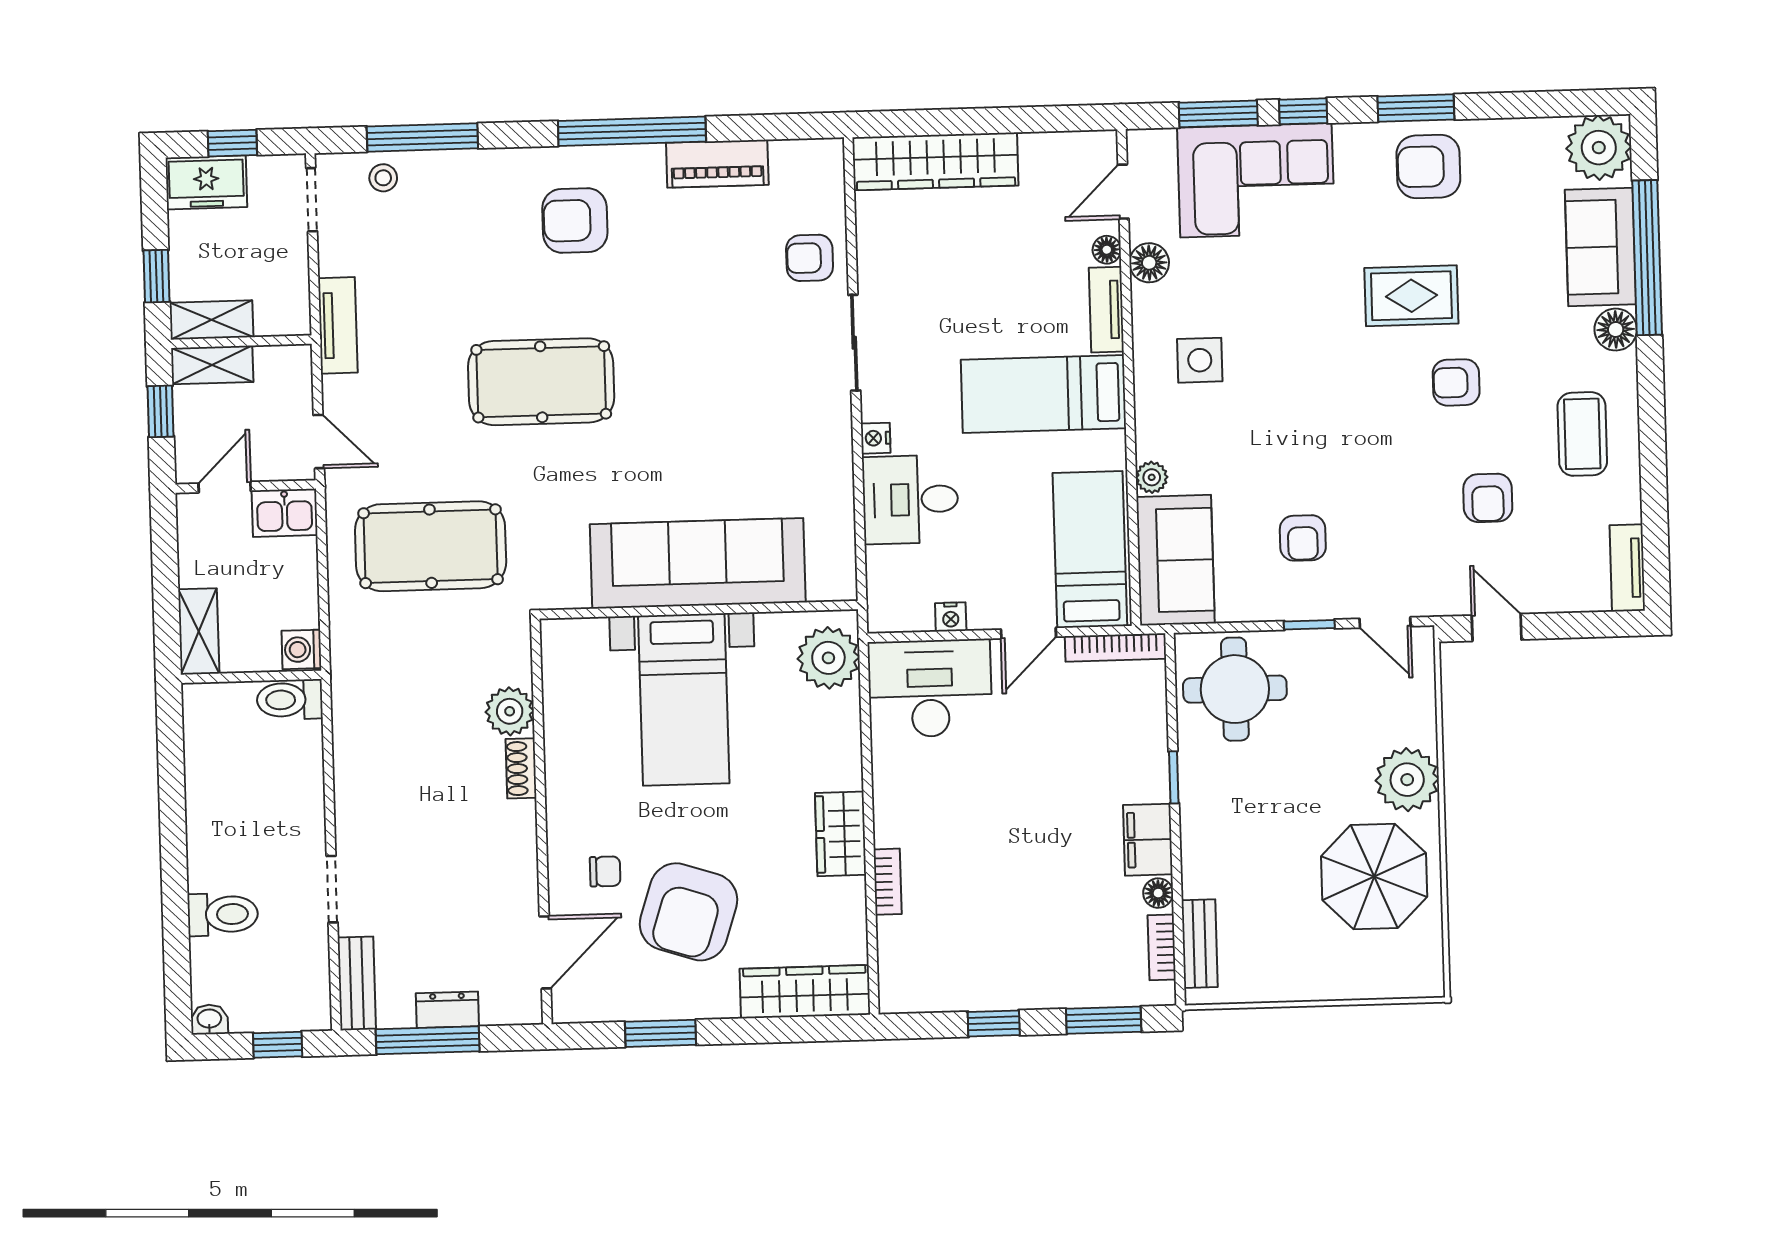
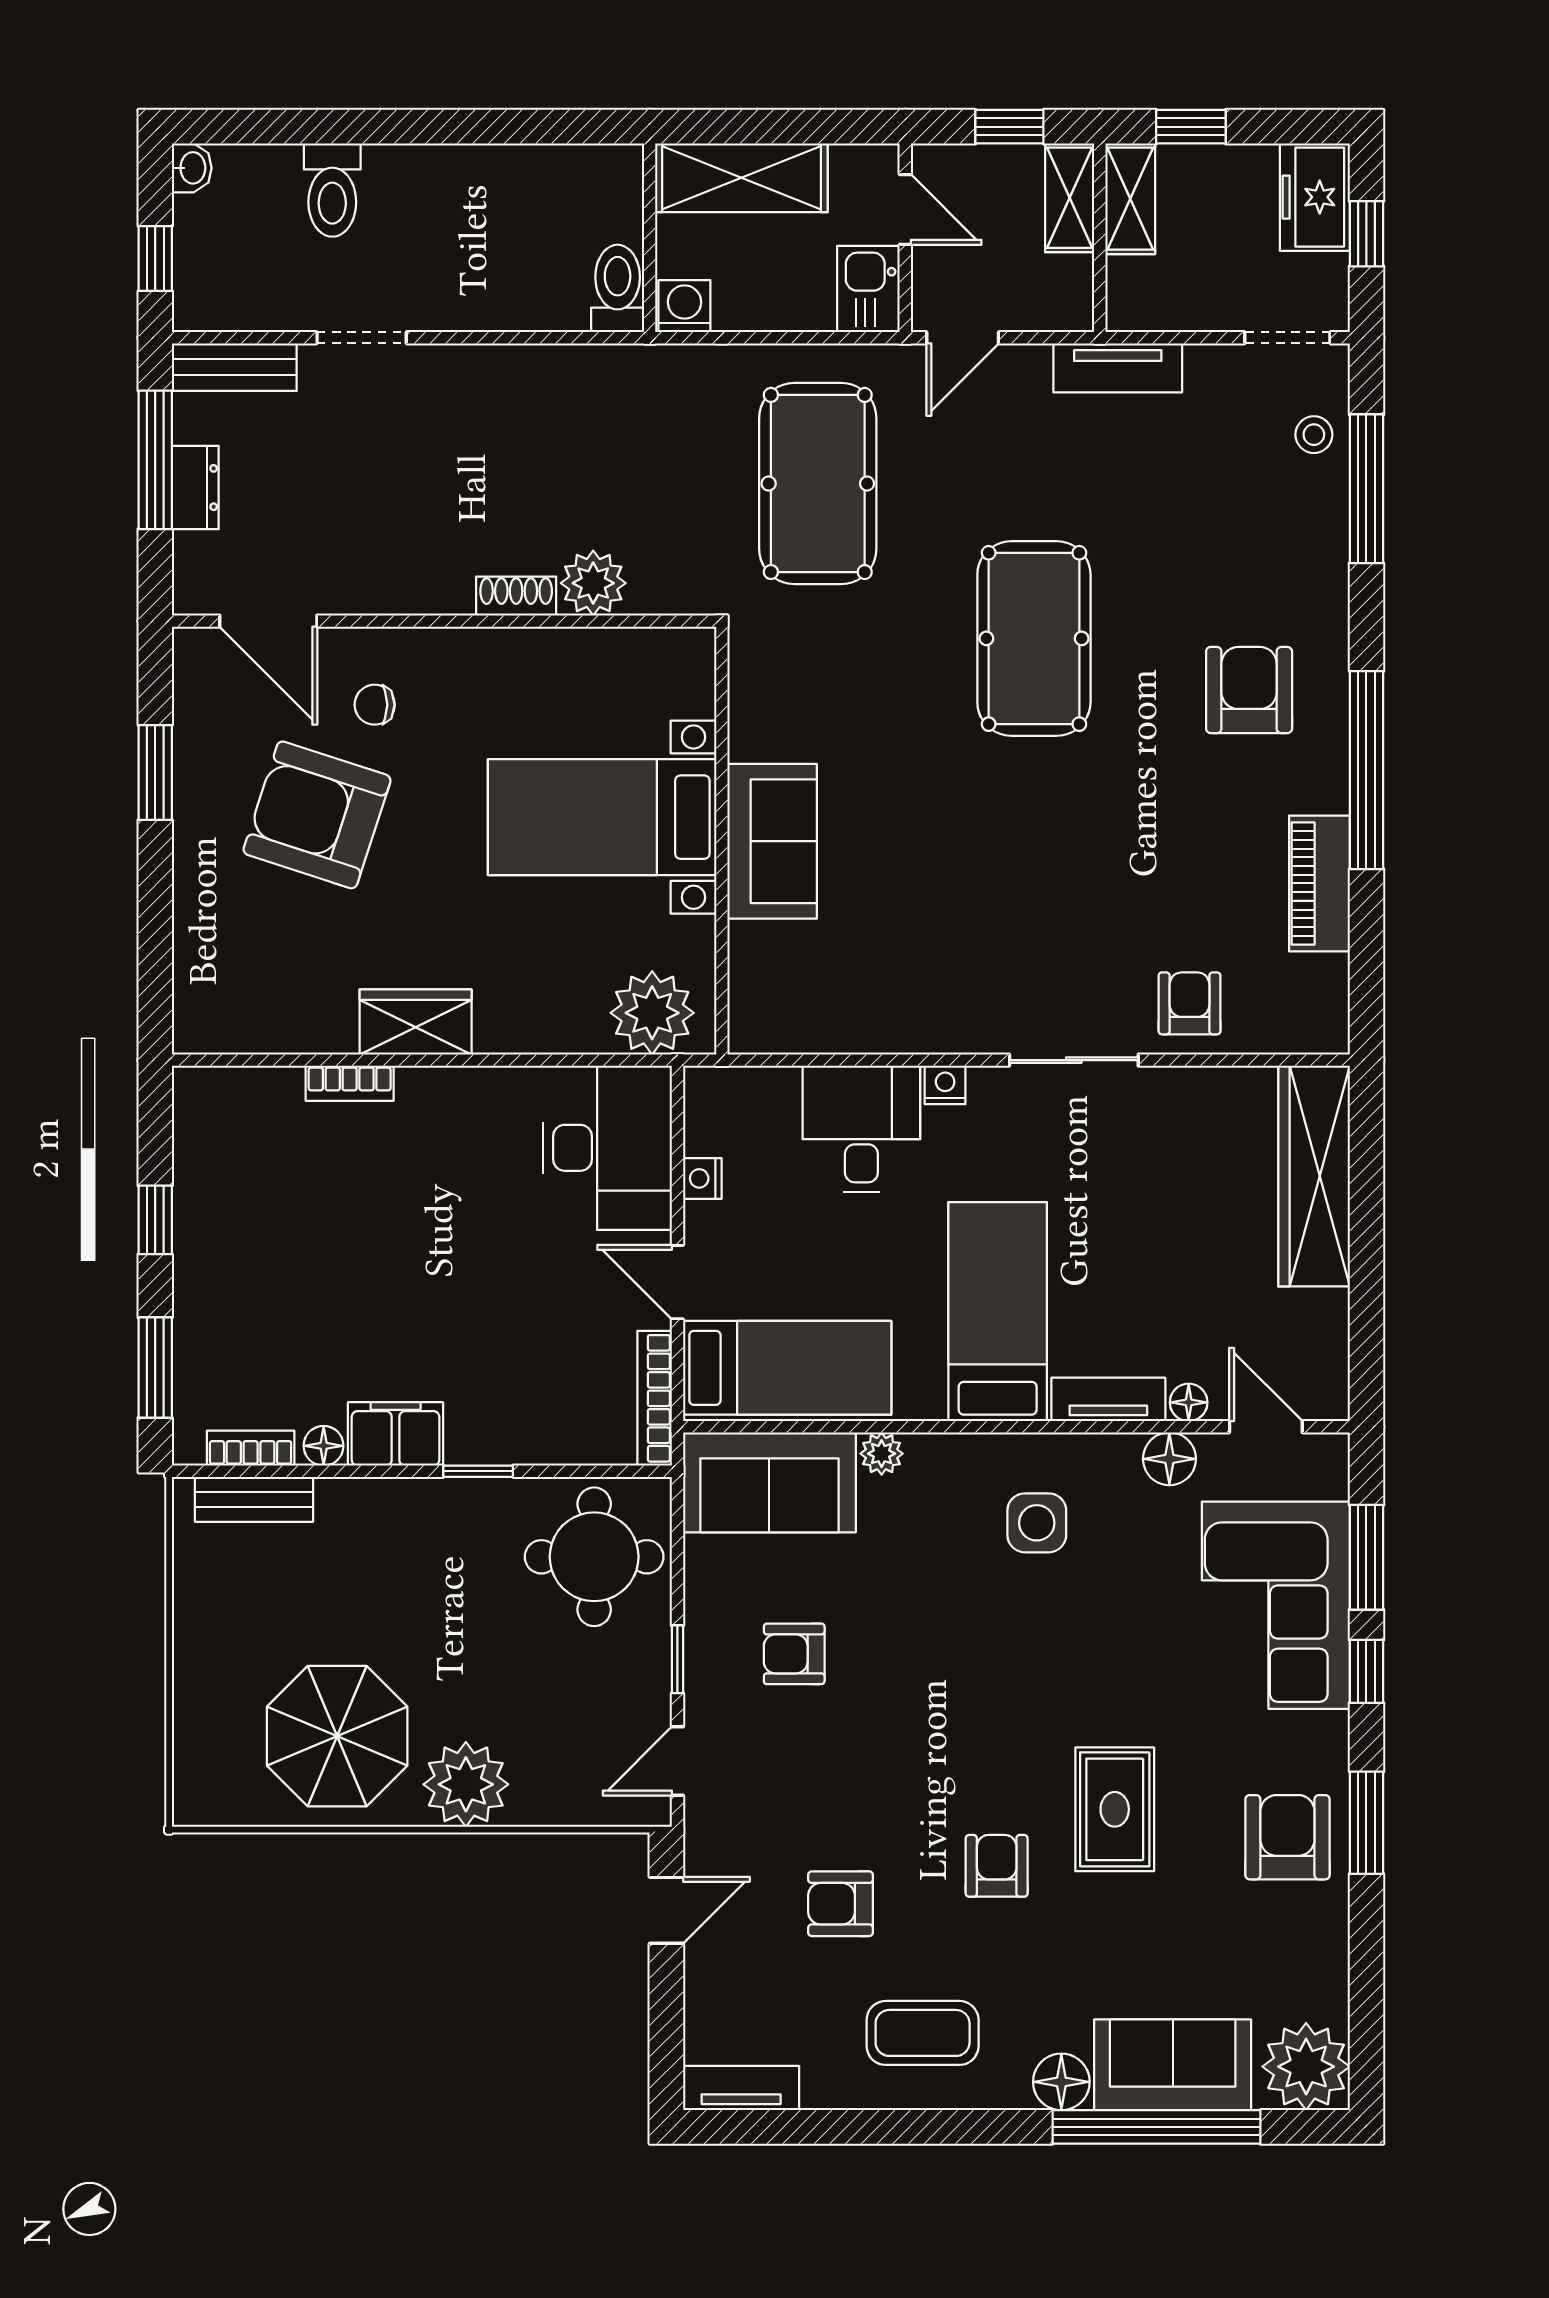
sofa: (698, 563) -> (772, 841), width x0.54, depth x0.79
shelving: (199, 631) -> (741, 178), width x1.50, depth x1.33
chair: (605, 871) -> (375, 705), turned 90
wardrobe: (805, 992) -> (205, 968), removed

